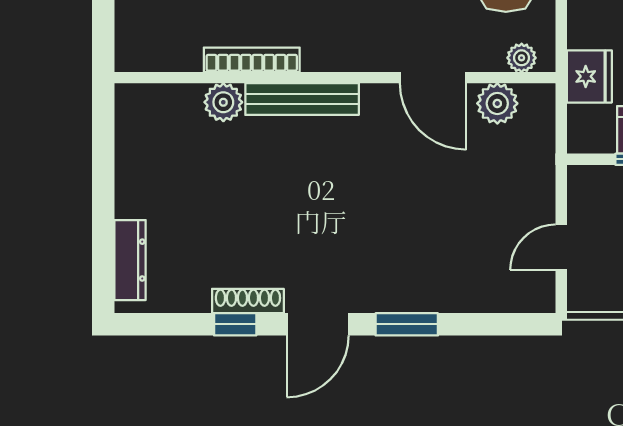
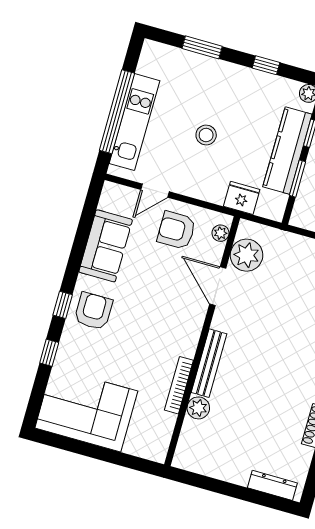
door: (433, 78) -> (218, 286), swing flipped
plant: (497, 103) -> (246, 255), width x1.36, depth x1.36

